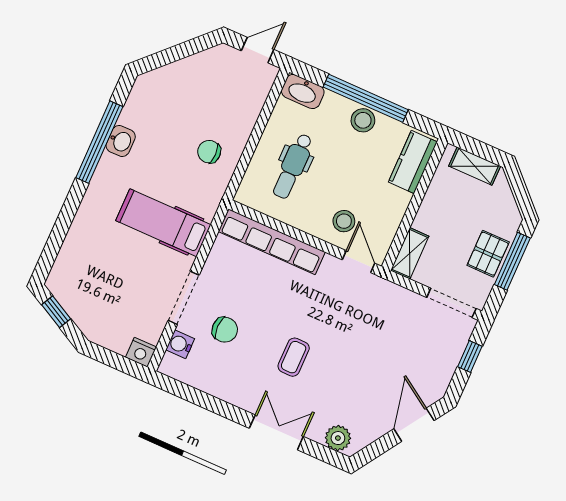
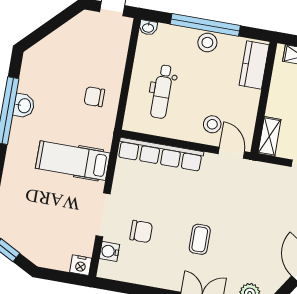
washbasin: (303, 92) -> (148, 28), width x0.52, depth x0.69

